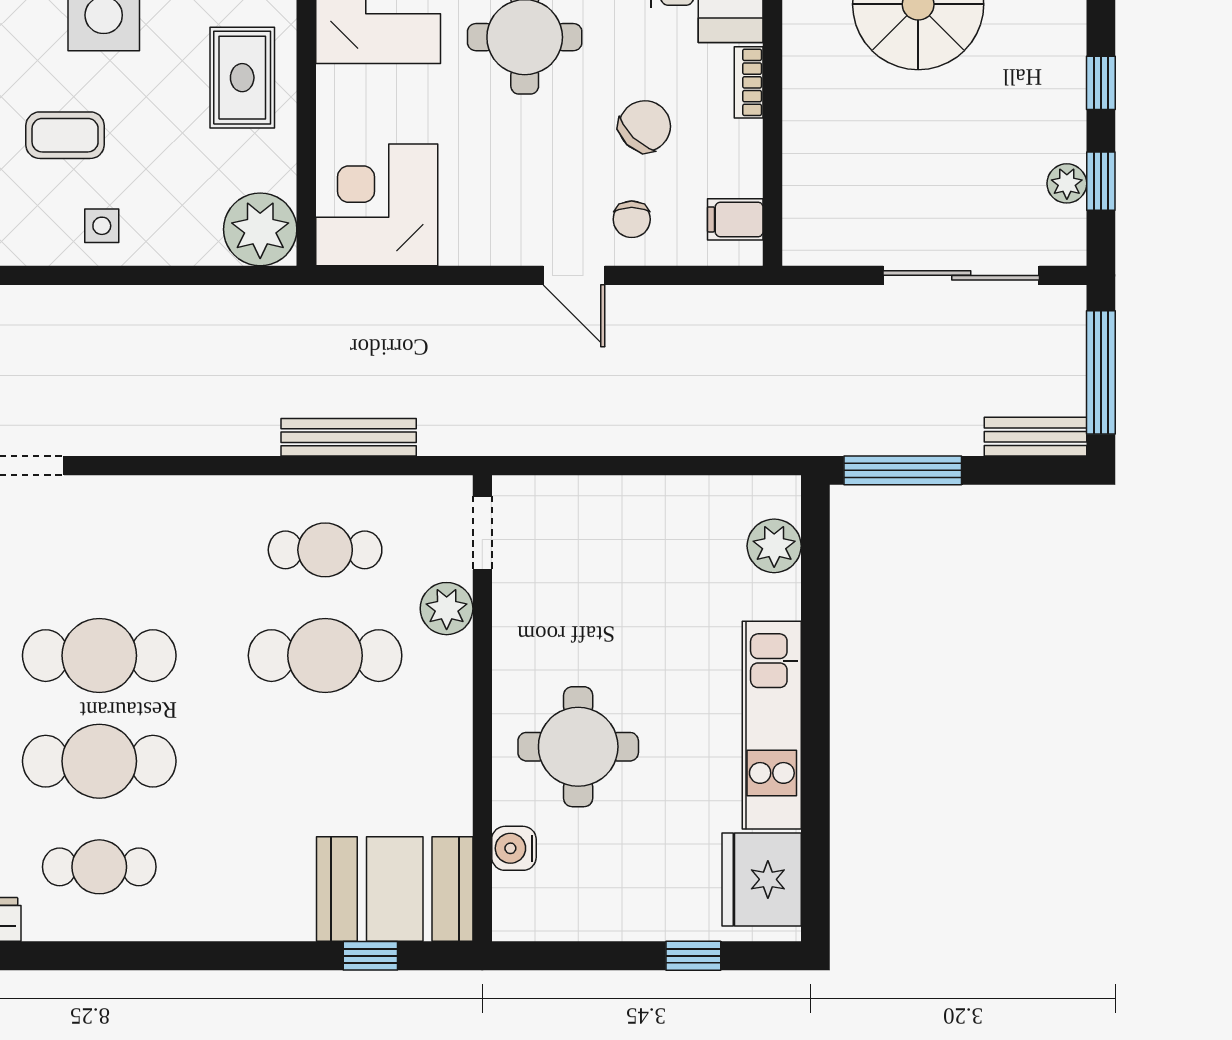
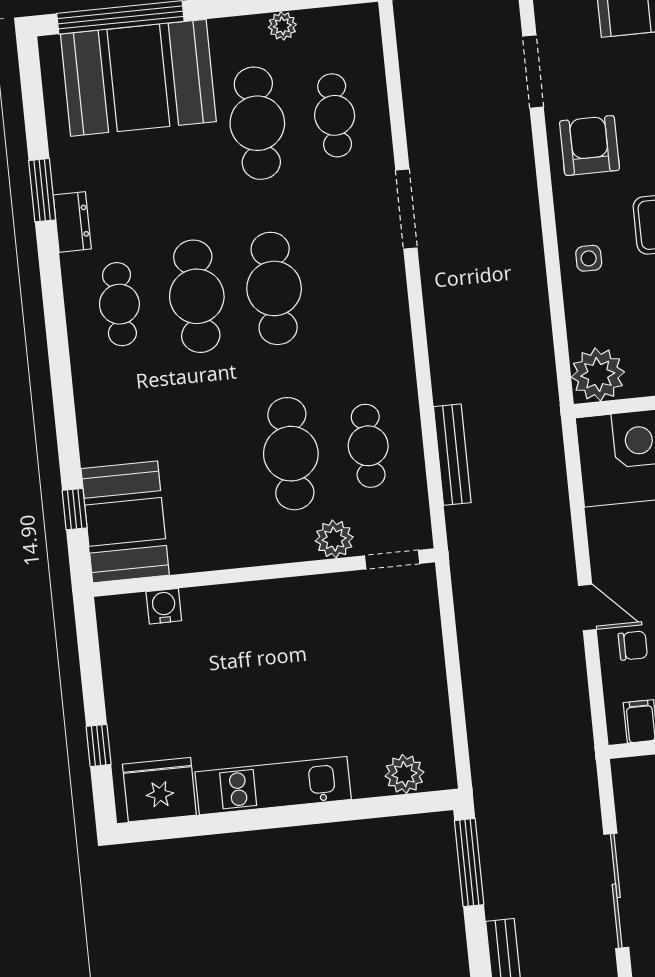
chair: (632, 219) -> (633, 646), turned 180
door: (574, 275) -> (587, 607), swing flipped
round table: (578, 747) -> (243, 646), removed

